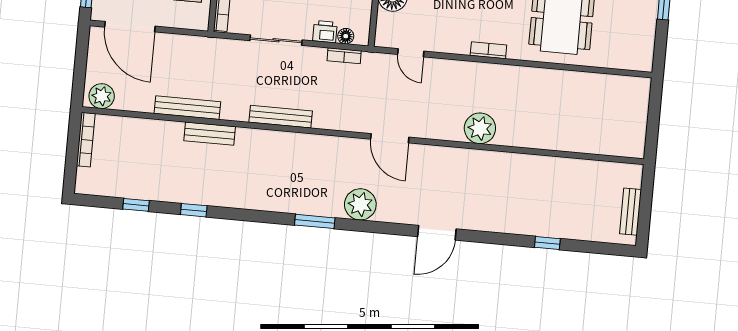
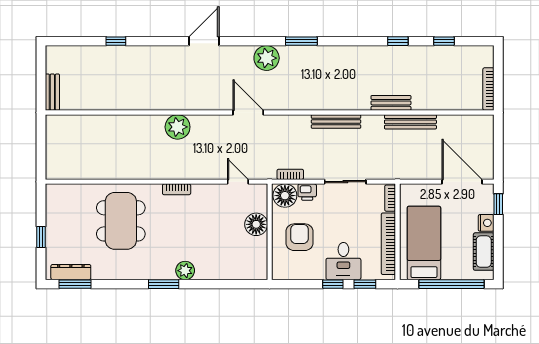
floor lamp: (346, 36) -> (285, 196), width x1.89, depth x1.89
plant: (102, 96) -> (479, 125), removed
bench: (631, 212) -> (52, 92), moved

